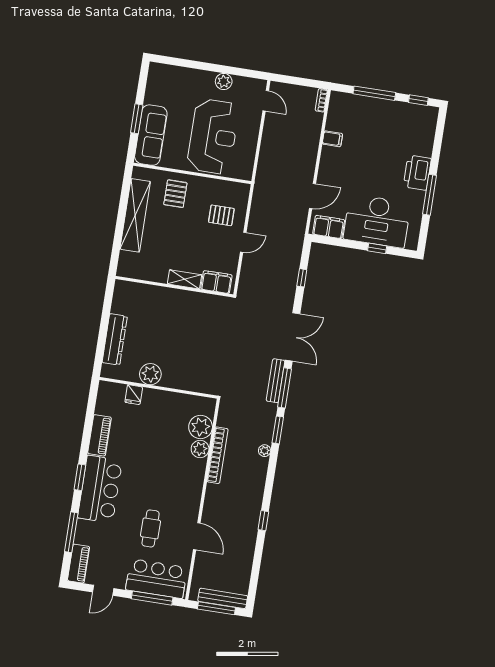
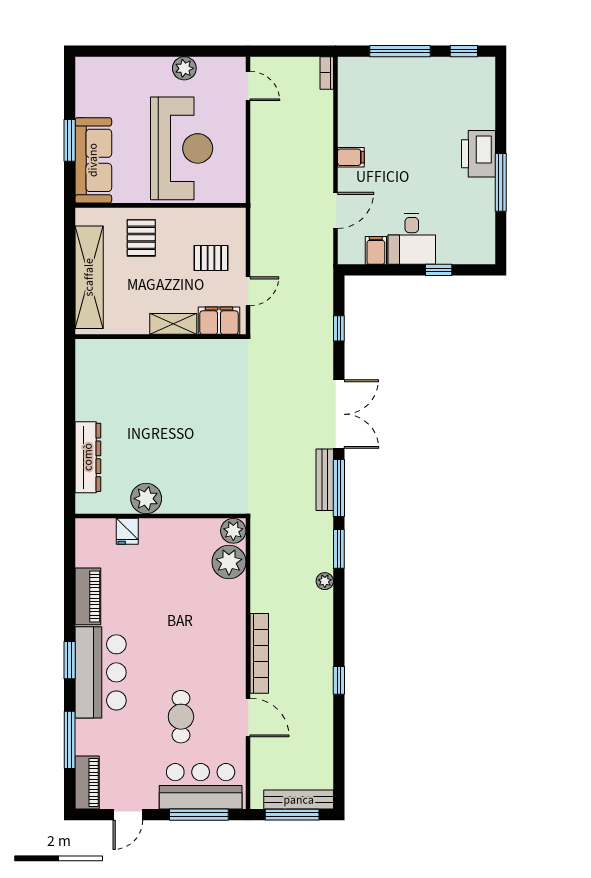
filing cabinet: (332, 139) -> (351, 157), moved
desk: (377, 221) -> (412, 239), width x0.53, depth x0.77
filing cabinet: (329, 227) -> (376, 250), width x0.50
shelving: (185, 279) -> (173, 324), moved
filing cabinet: (216, 282) -> (219, 321), moved
wall: (174, 287) -> (161, 337), moved
plant: (200, 449) -> (233, 531), moved
bookcase: (218, 455) -> (259, 653), moved

